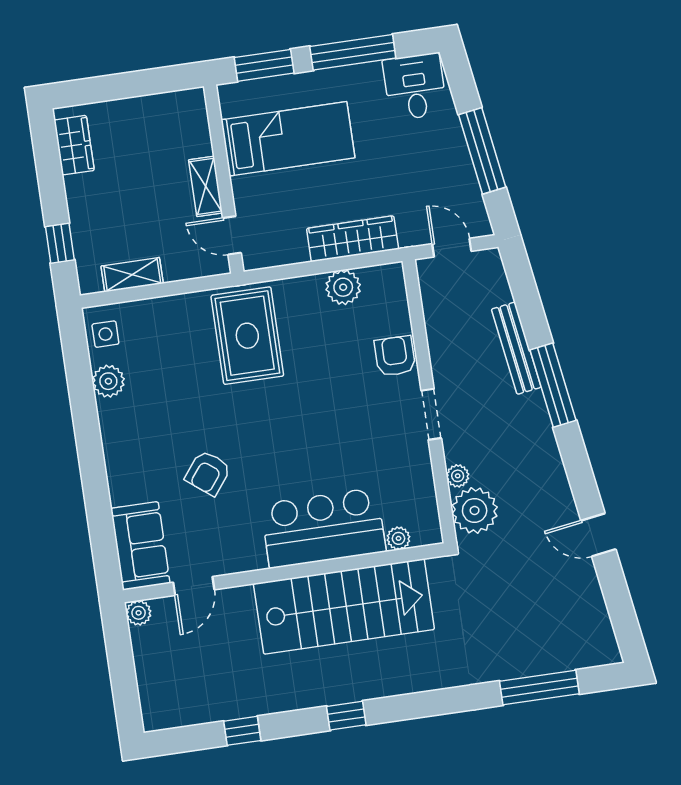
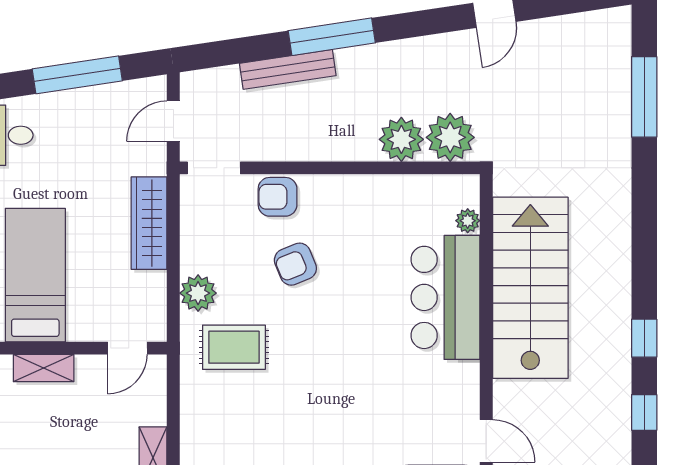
shelving: (206, 186) -> (44, 368), moved
plant: (343, 287) -> (198, 293), moved
rug: (247, 336) -> (234, 347), width x0.73, depth x0.70
doorway: (431, 414) -> (214, 168), moved
armchair: (208, 473) -> (295, 264), moved, turned 120
plant: (458, 476) -> (401, 139), width x1.87, depth x1.87
window: (346, 716) -> (644, 338), moved

